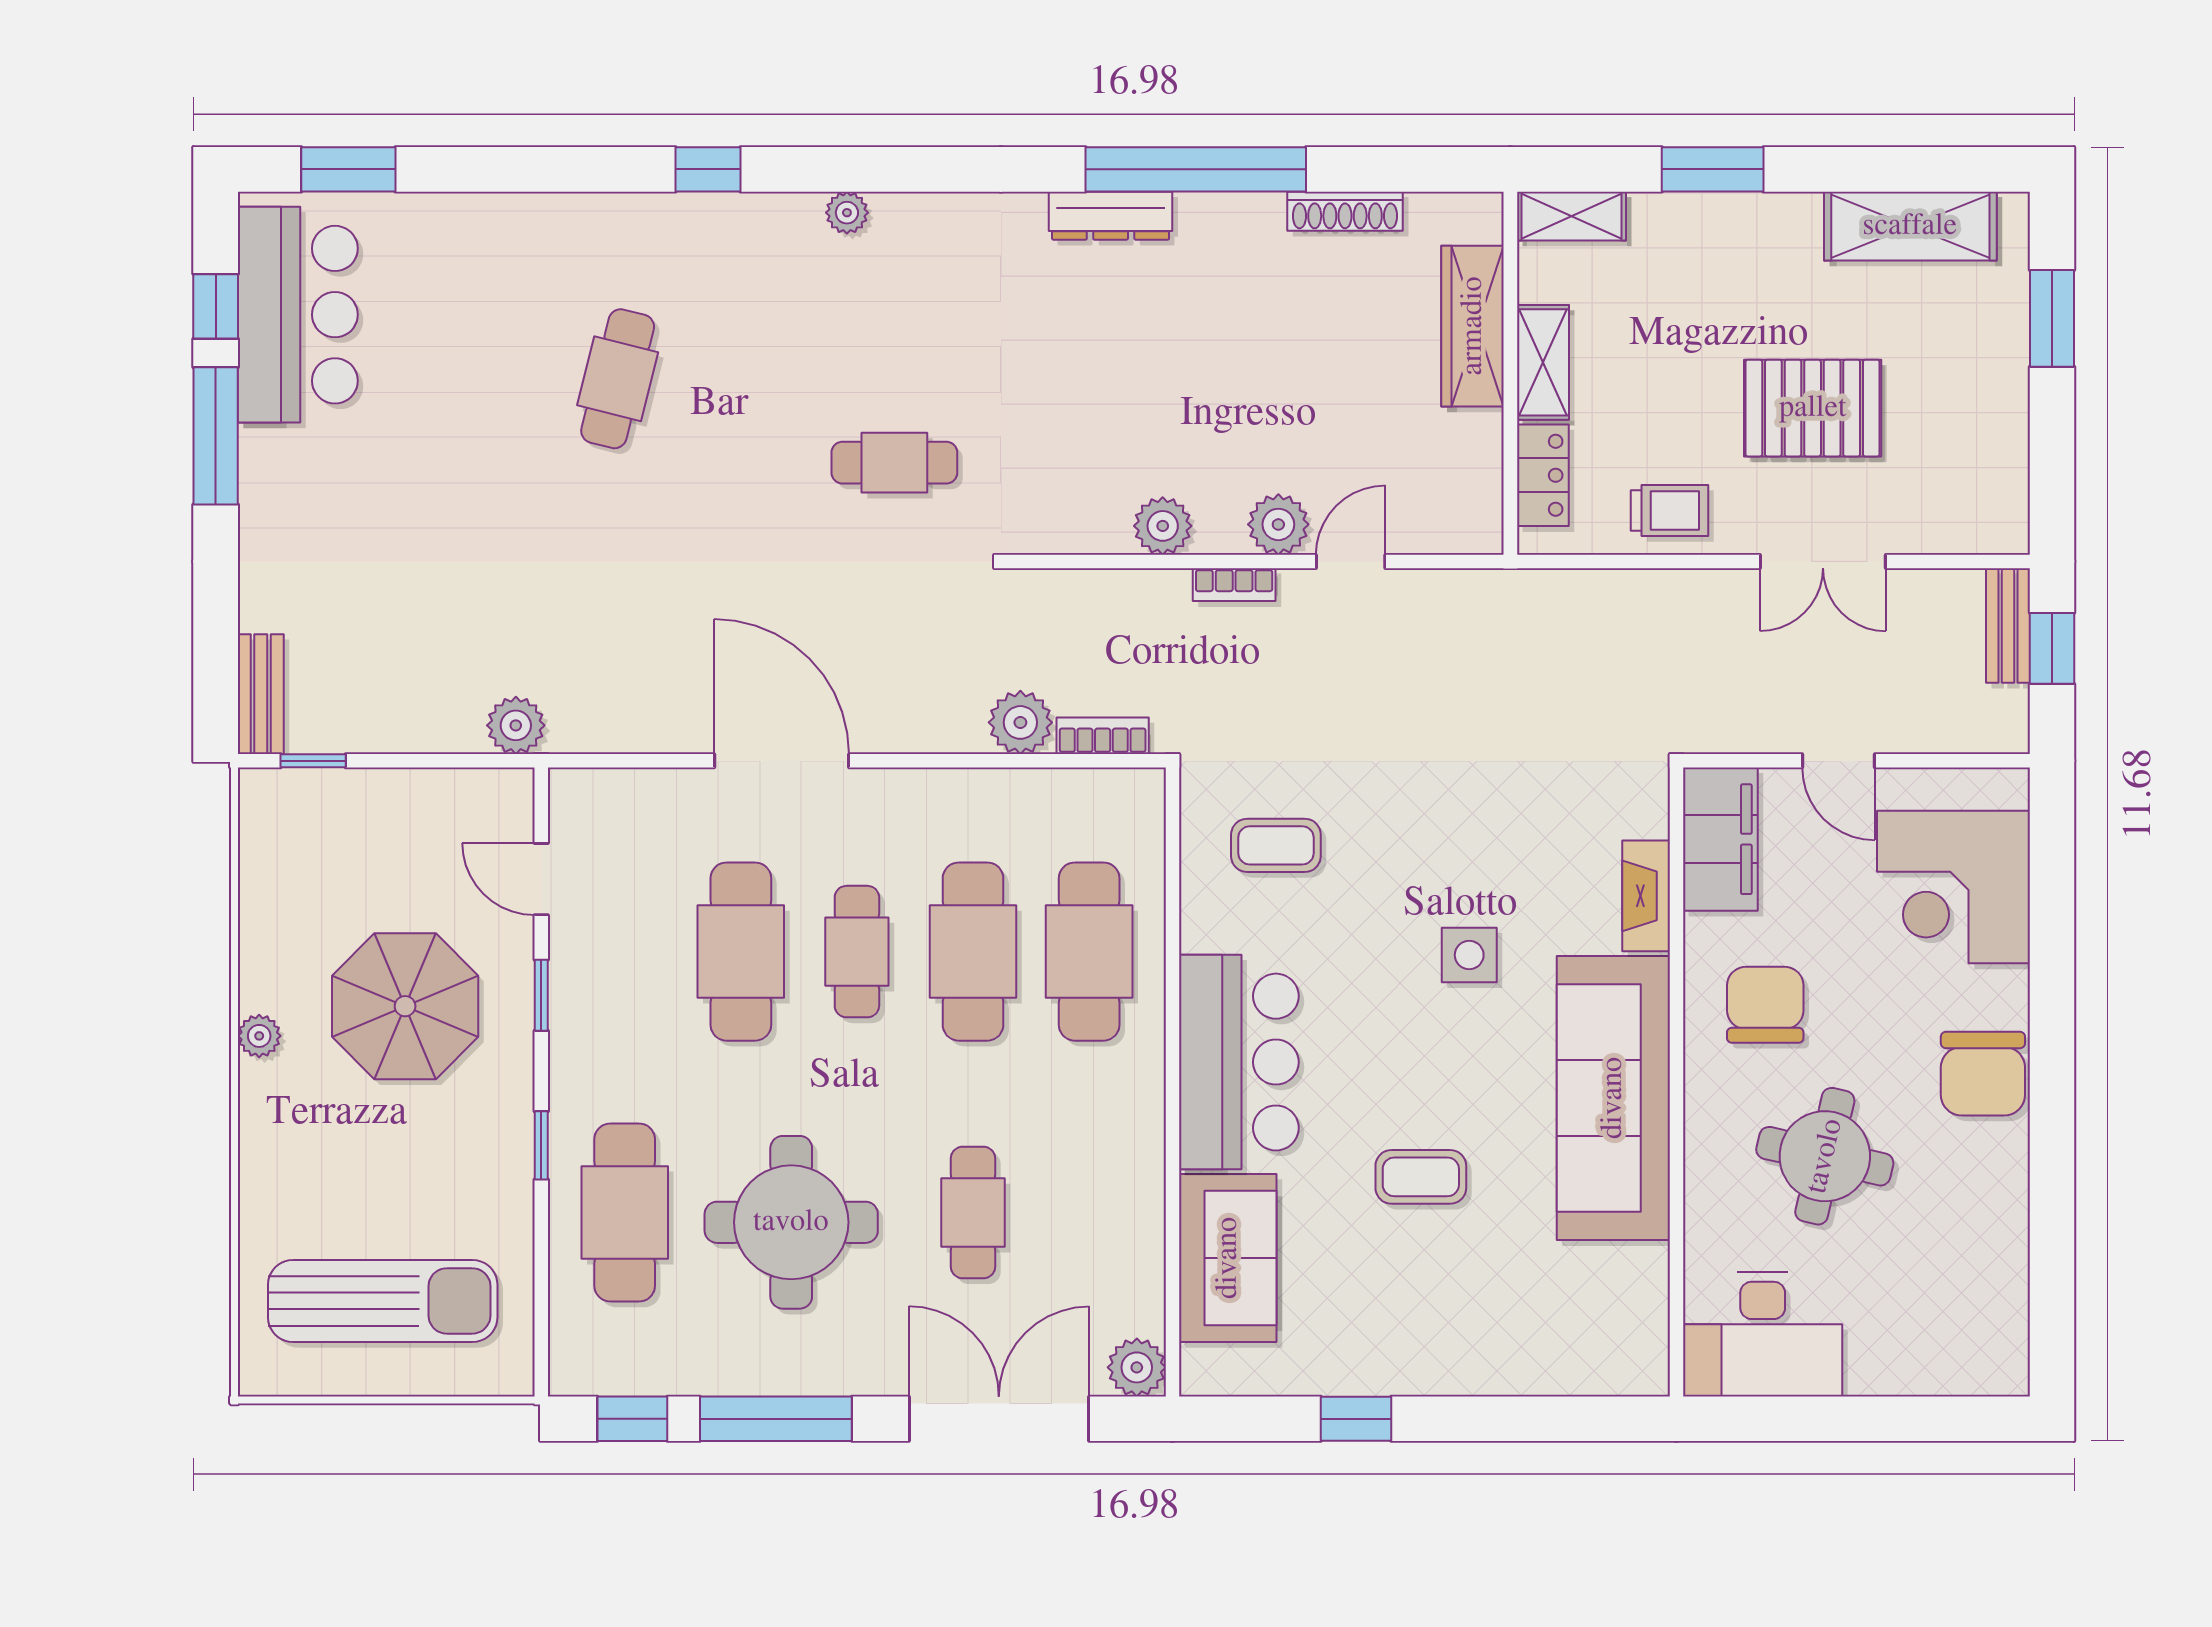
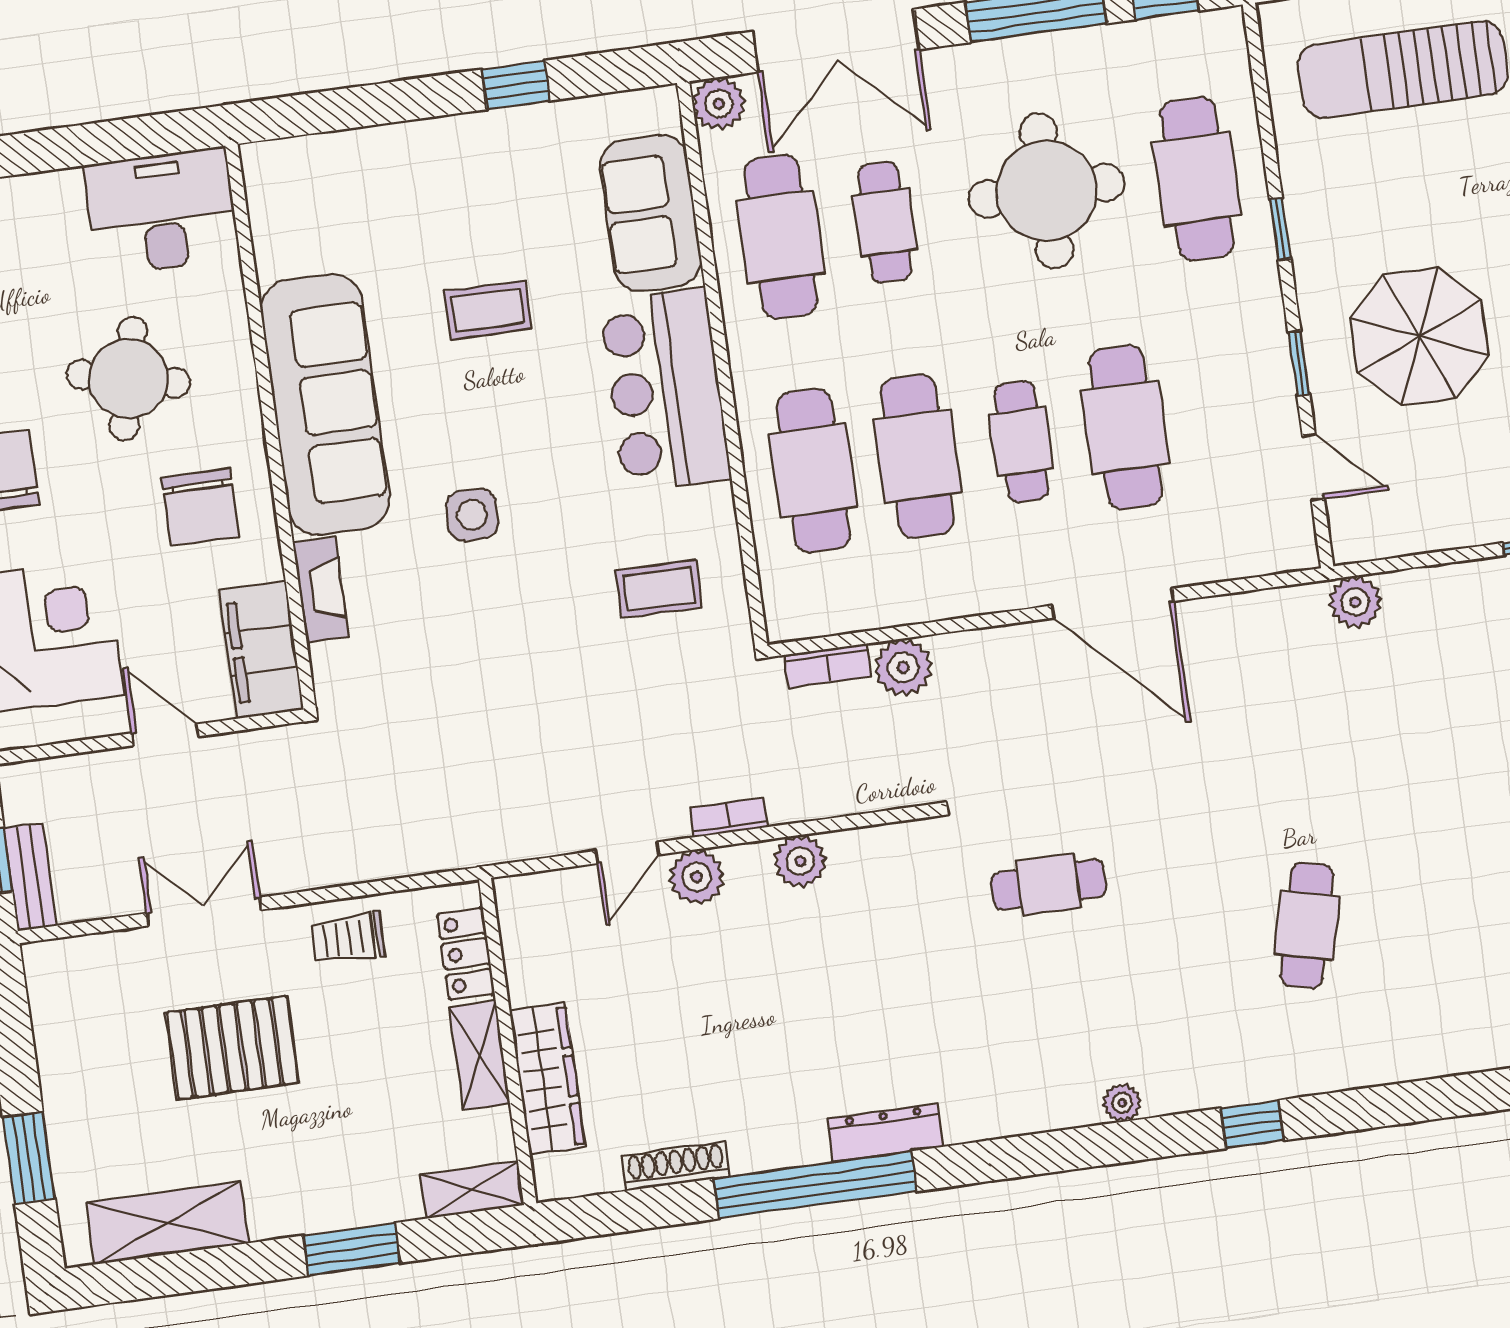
cafe table: (1089, 1213) -> (781, 237), added

